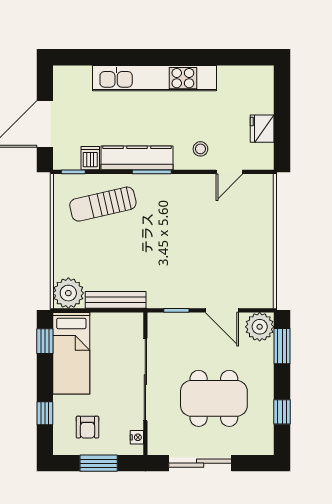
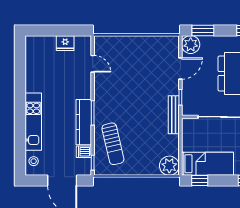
kitchen unit: (154, 78) -> (33, 122), width x0.73
stool: (200, 149) -> (34, 161), moved
bench: (116, 300) -> (174, 115), moved

